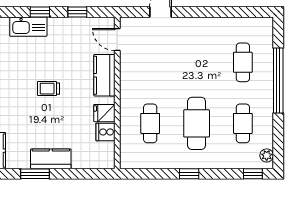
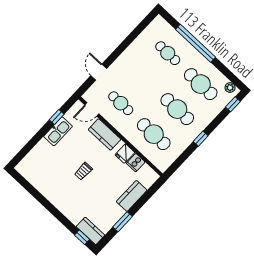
window: (40, 12) -> (38, 137), removed
kitchen sink: (28, 27) -> (58, 131), moved
cafe table: (150, 62) -> (121, 103), added
cafe table: (150, 123) -> (154, 134), width x1.37, depth x1.35
cafe table: (243, 123) -> (201, 84), width x1.37, depth x1.35
kitchen counter: (51, 159) -> (132, 196), moved

